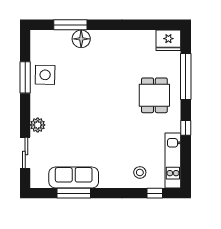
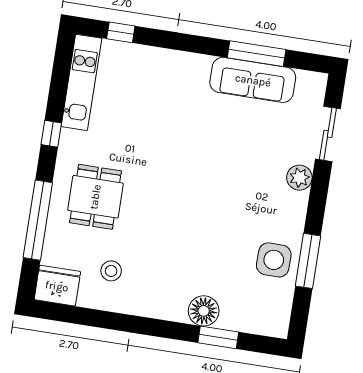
window: (70, 25) -> (218, 337), width x0.69
stool: (140, 172) -> (111, 271), moved

